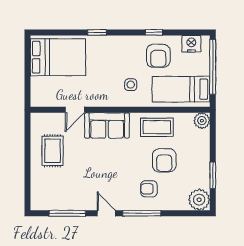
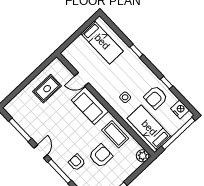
bed: (58, 57) -> (102, 42), width x0.67
armchair: (164, 160) -> (101, 156), turned 180

